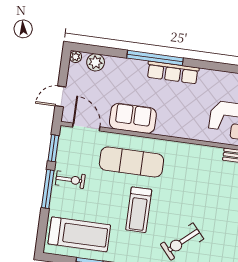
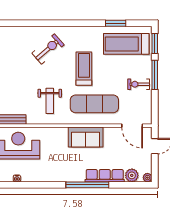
row of seats: (173, 72) -> (105, 176), moved
sofa: (133, 118) -> (86, 137), moved
window: (53, 148) -> (155, 43), moved
weight bench: (189, 174) -> (50, 101), added

